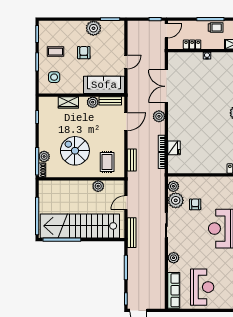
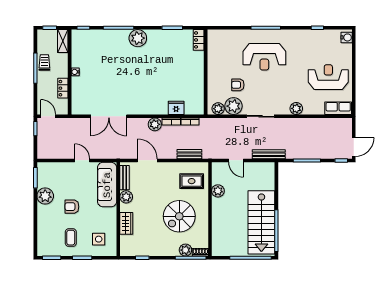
plant: (159, 116) -> (155, 124), moved
stairs: (80, 226) -> (261, 222), width x0.73
row of seats: (174, 290) -> (338, 108), width x0.68

